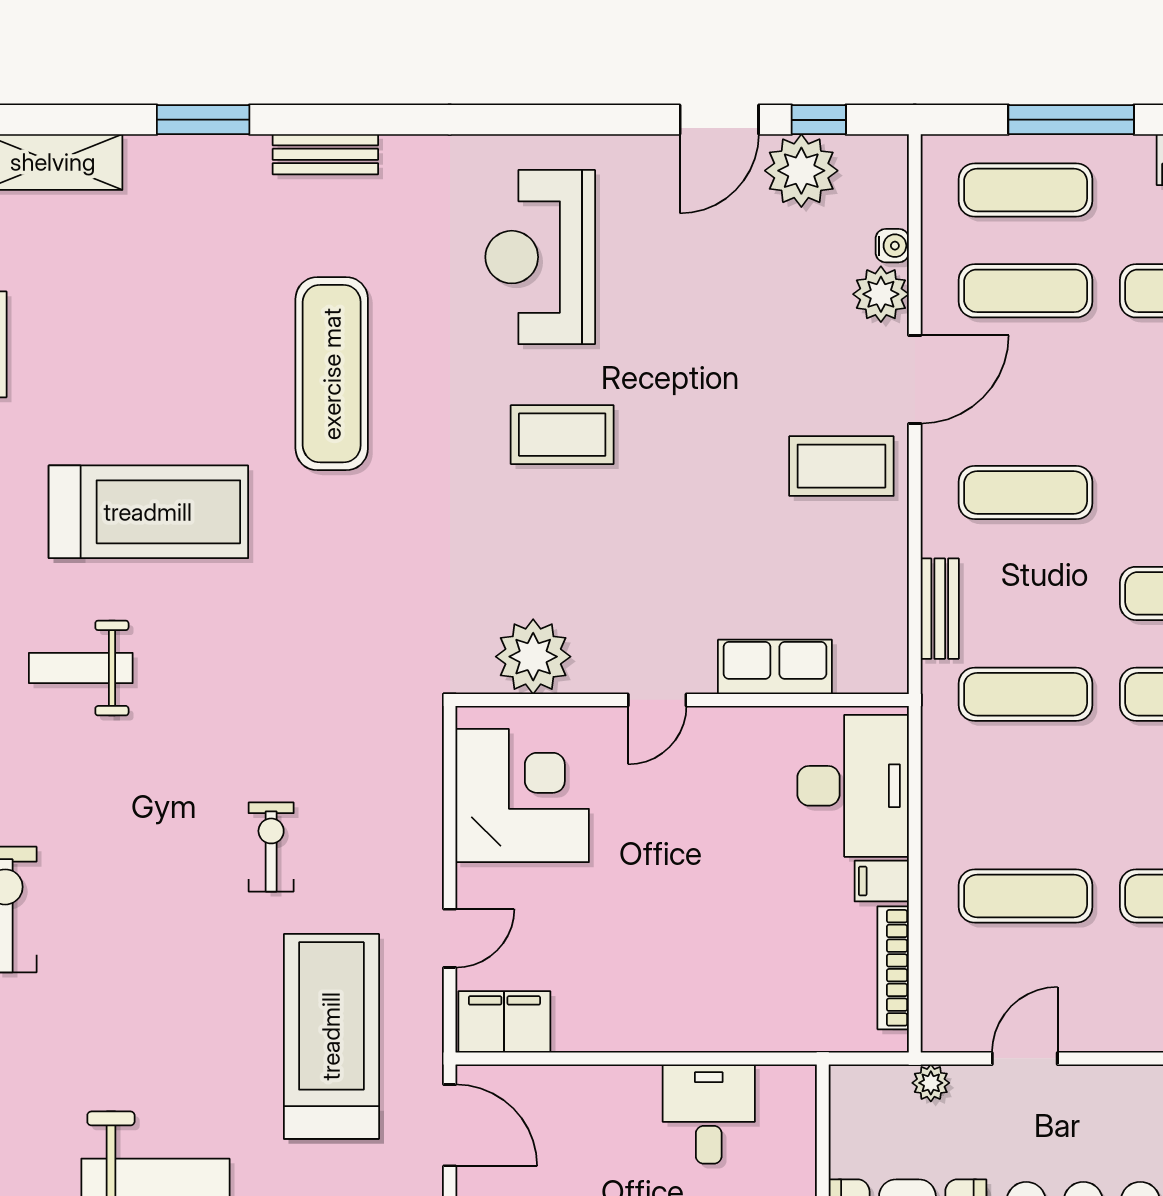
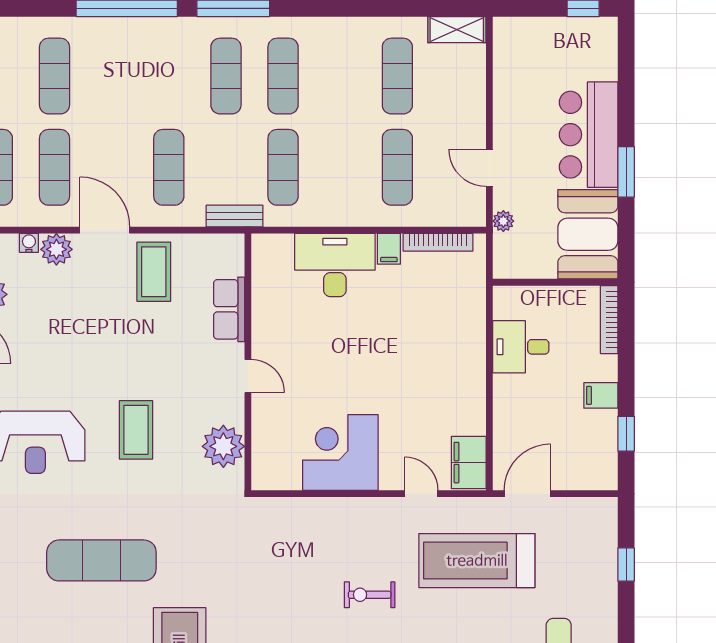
plant: (533, 657) -> (223, 446), moved
row of seats: (775, 667) -> (229, 309), moved
door: (657, 700) -> (248, 376), moved
wall: (682, 700) -> (248, 362), moved

